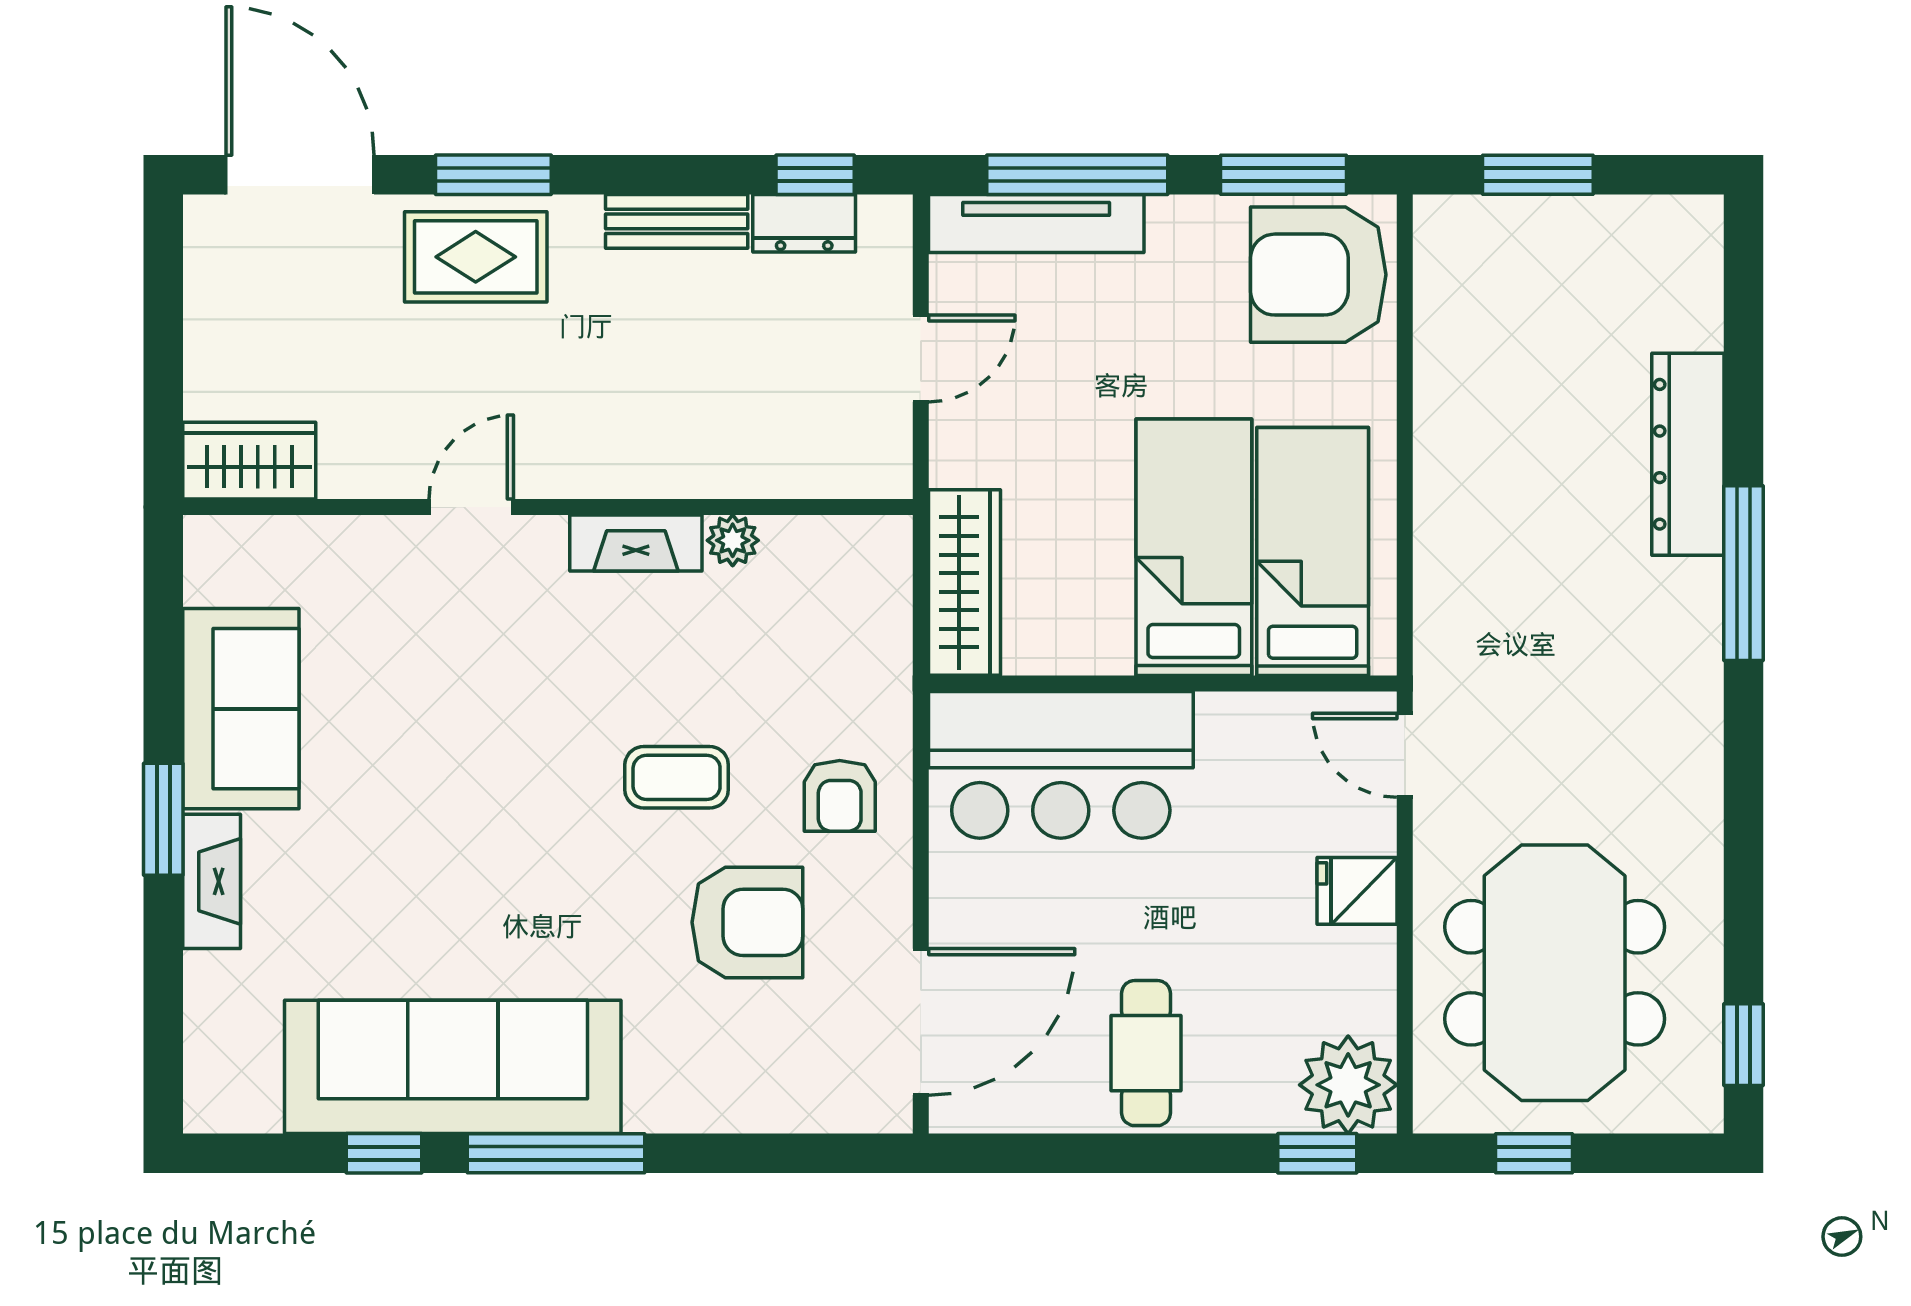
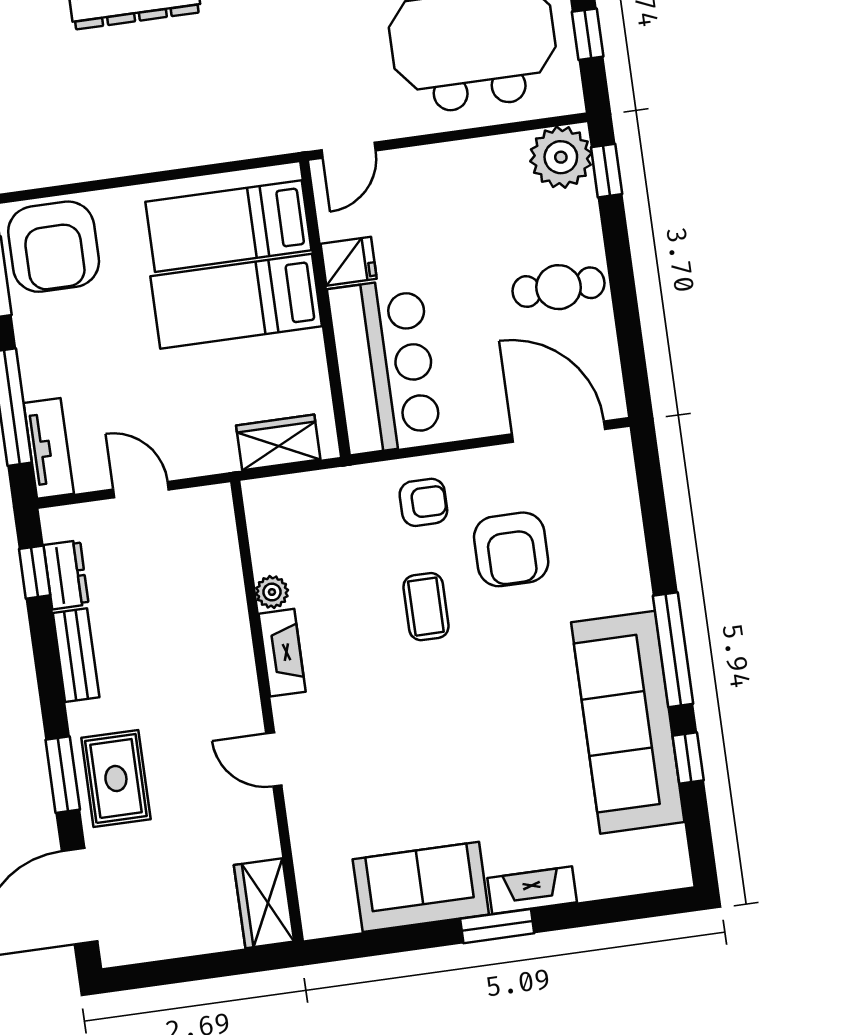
tv unit: (1036, 223) -> (49, 448), width x0.71
wardrobe: (964, 582) -> (278, 442), width x0.67
fridge: (1357, 891) -> (349, 261), moved, turned -90
armchair: (747, 922) -> (511, 549), turned 180

